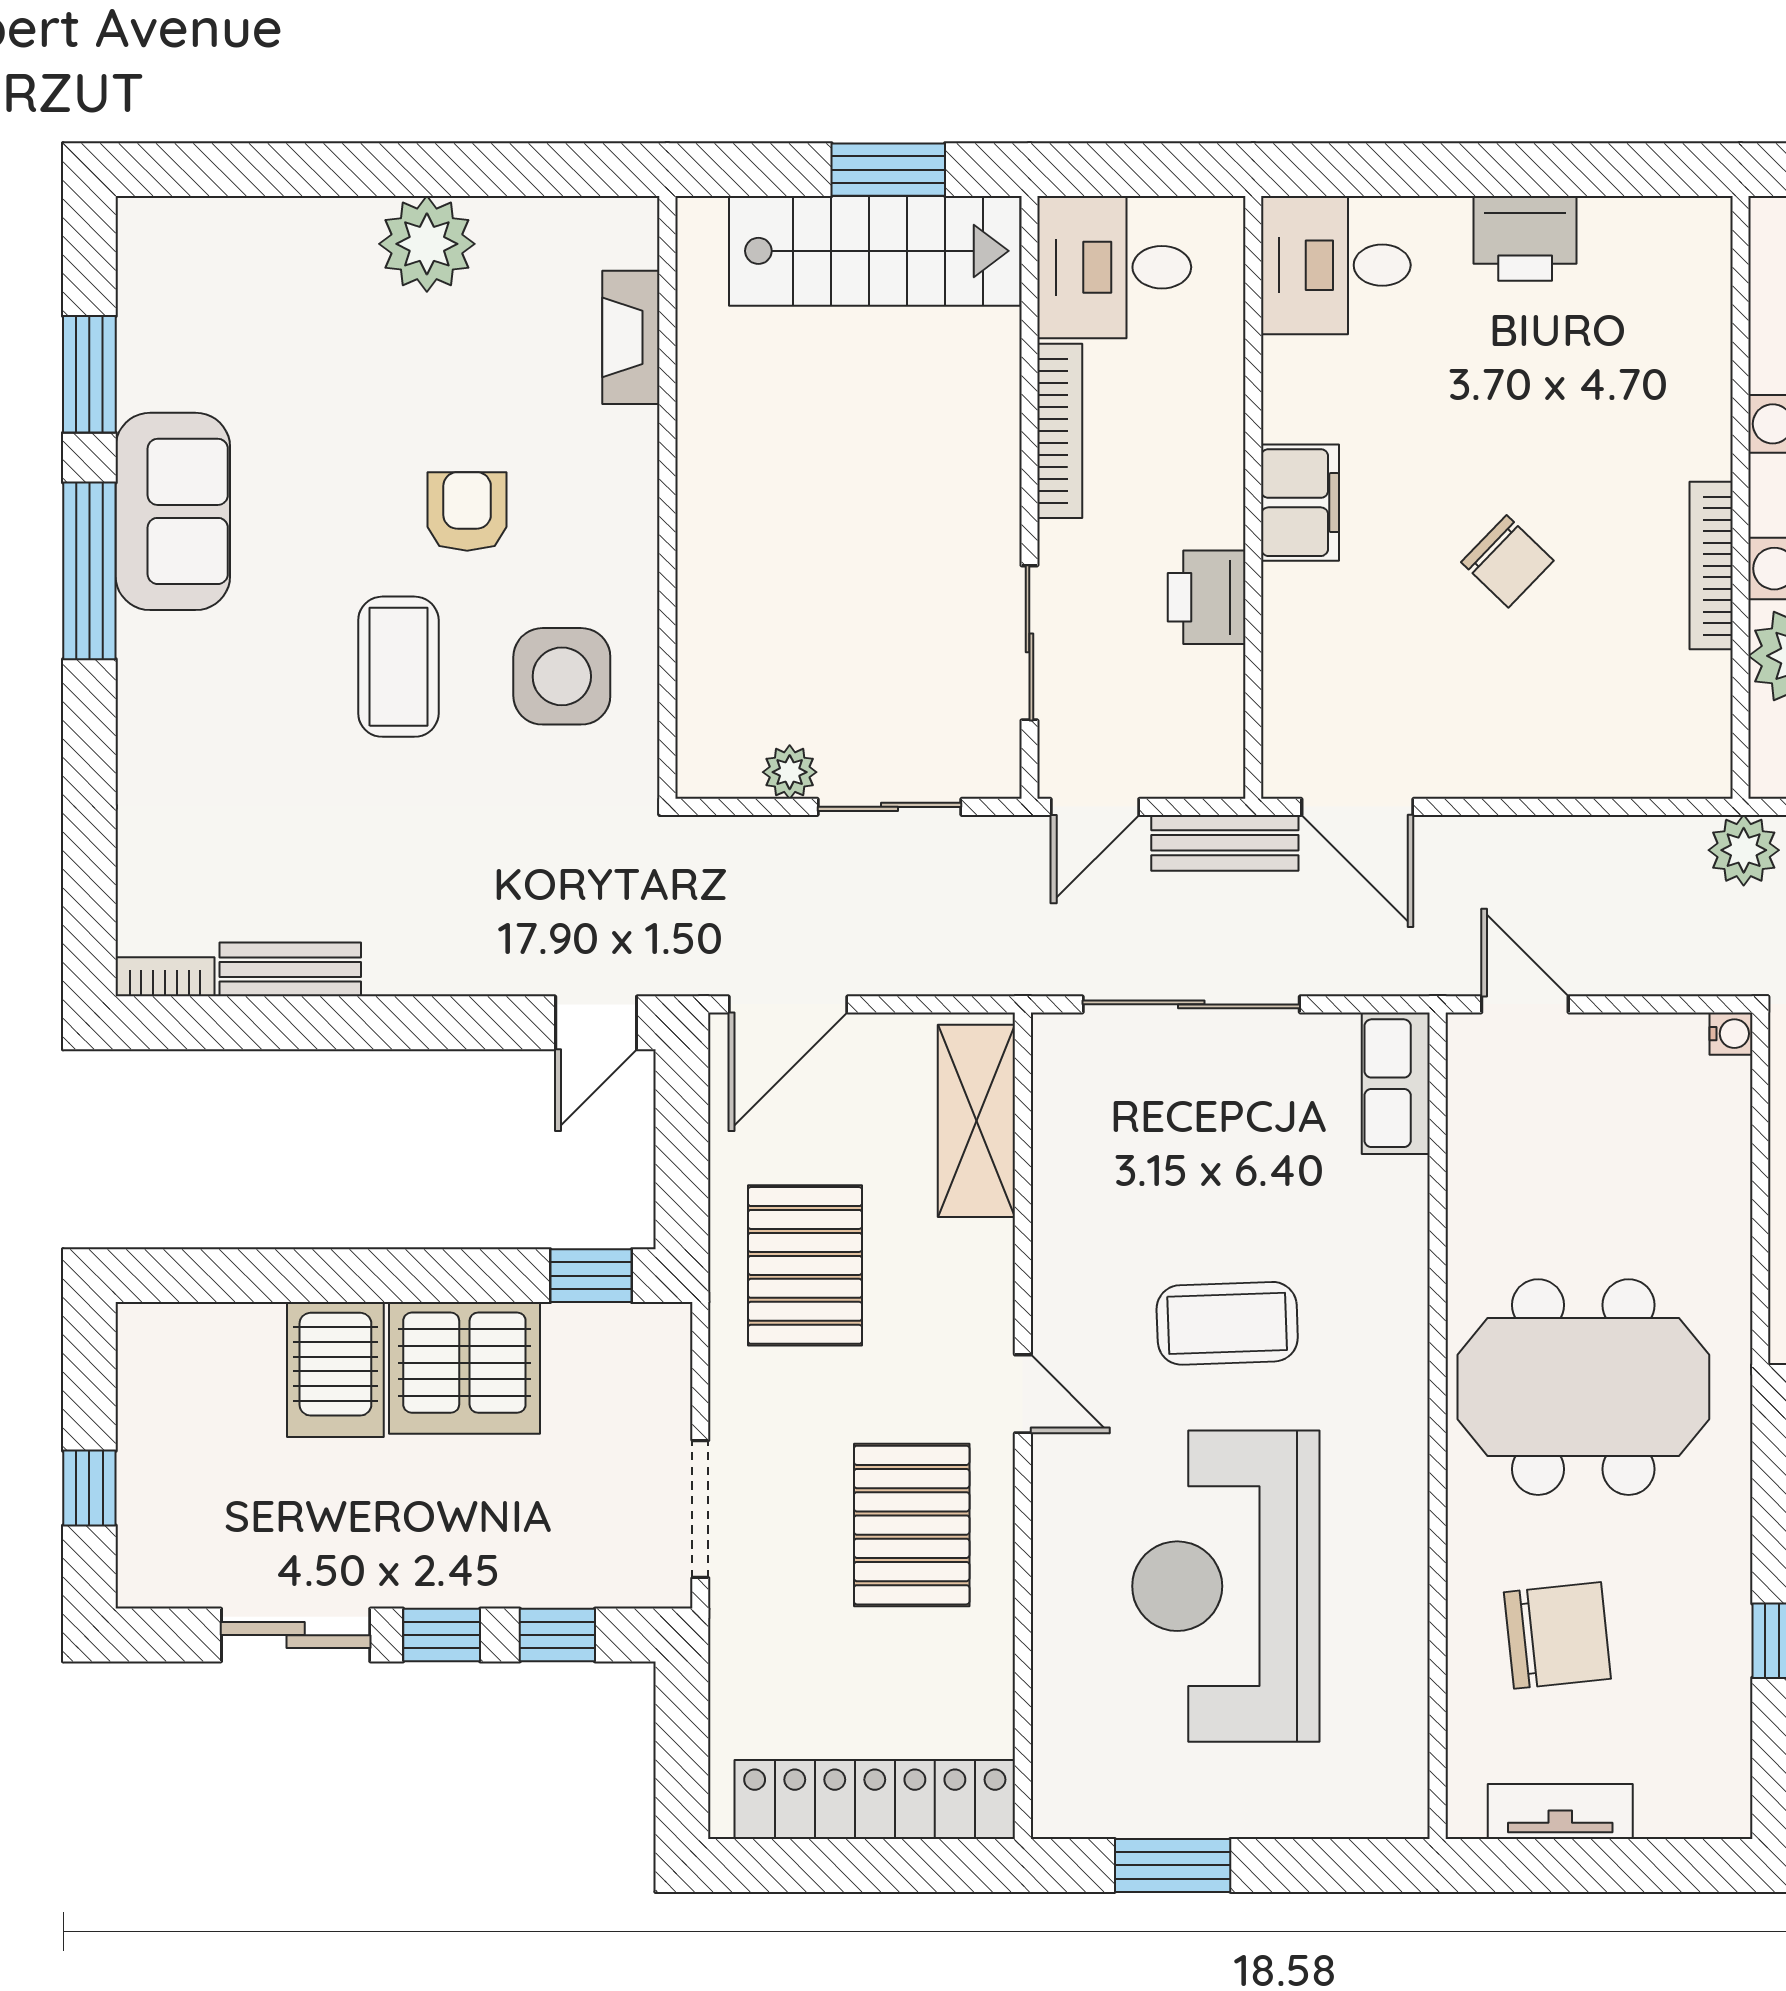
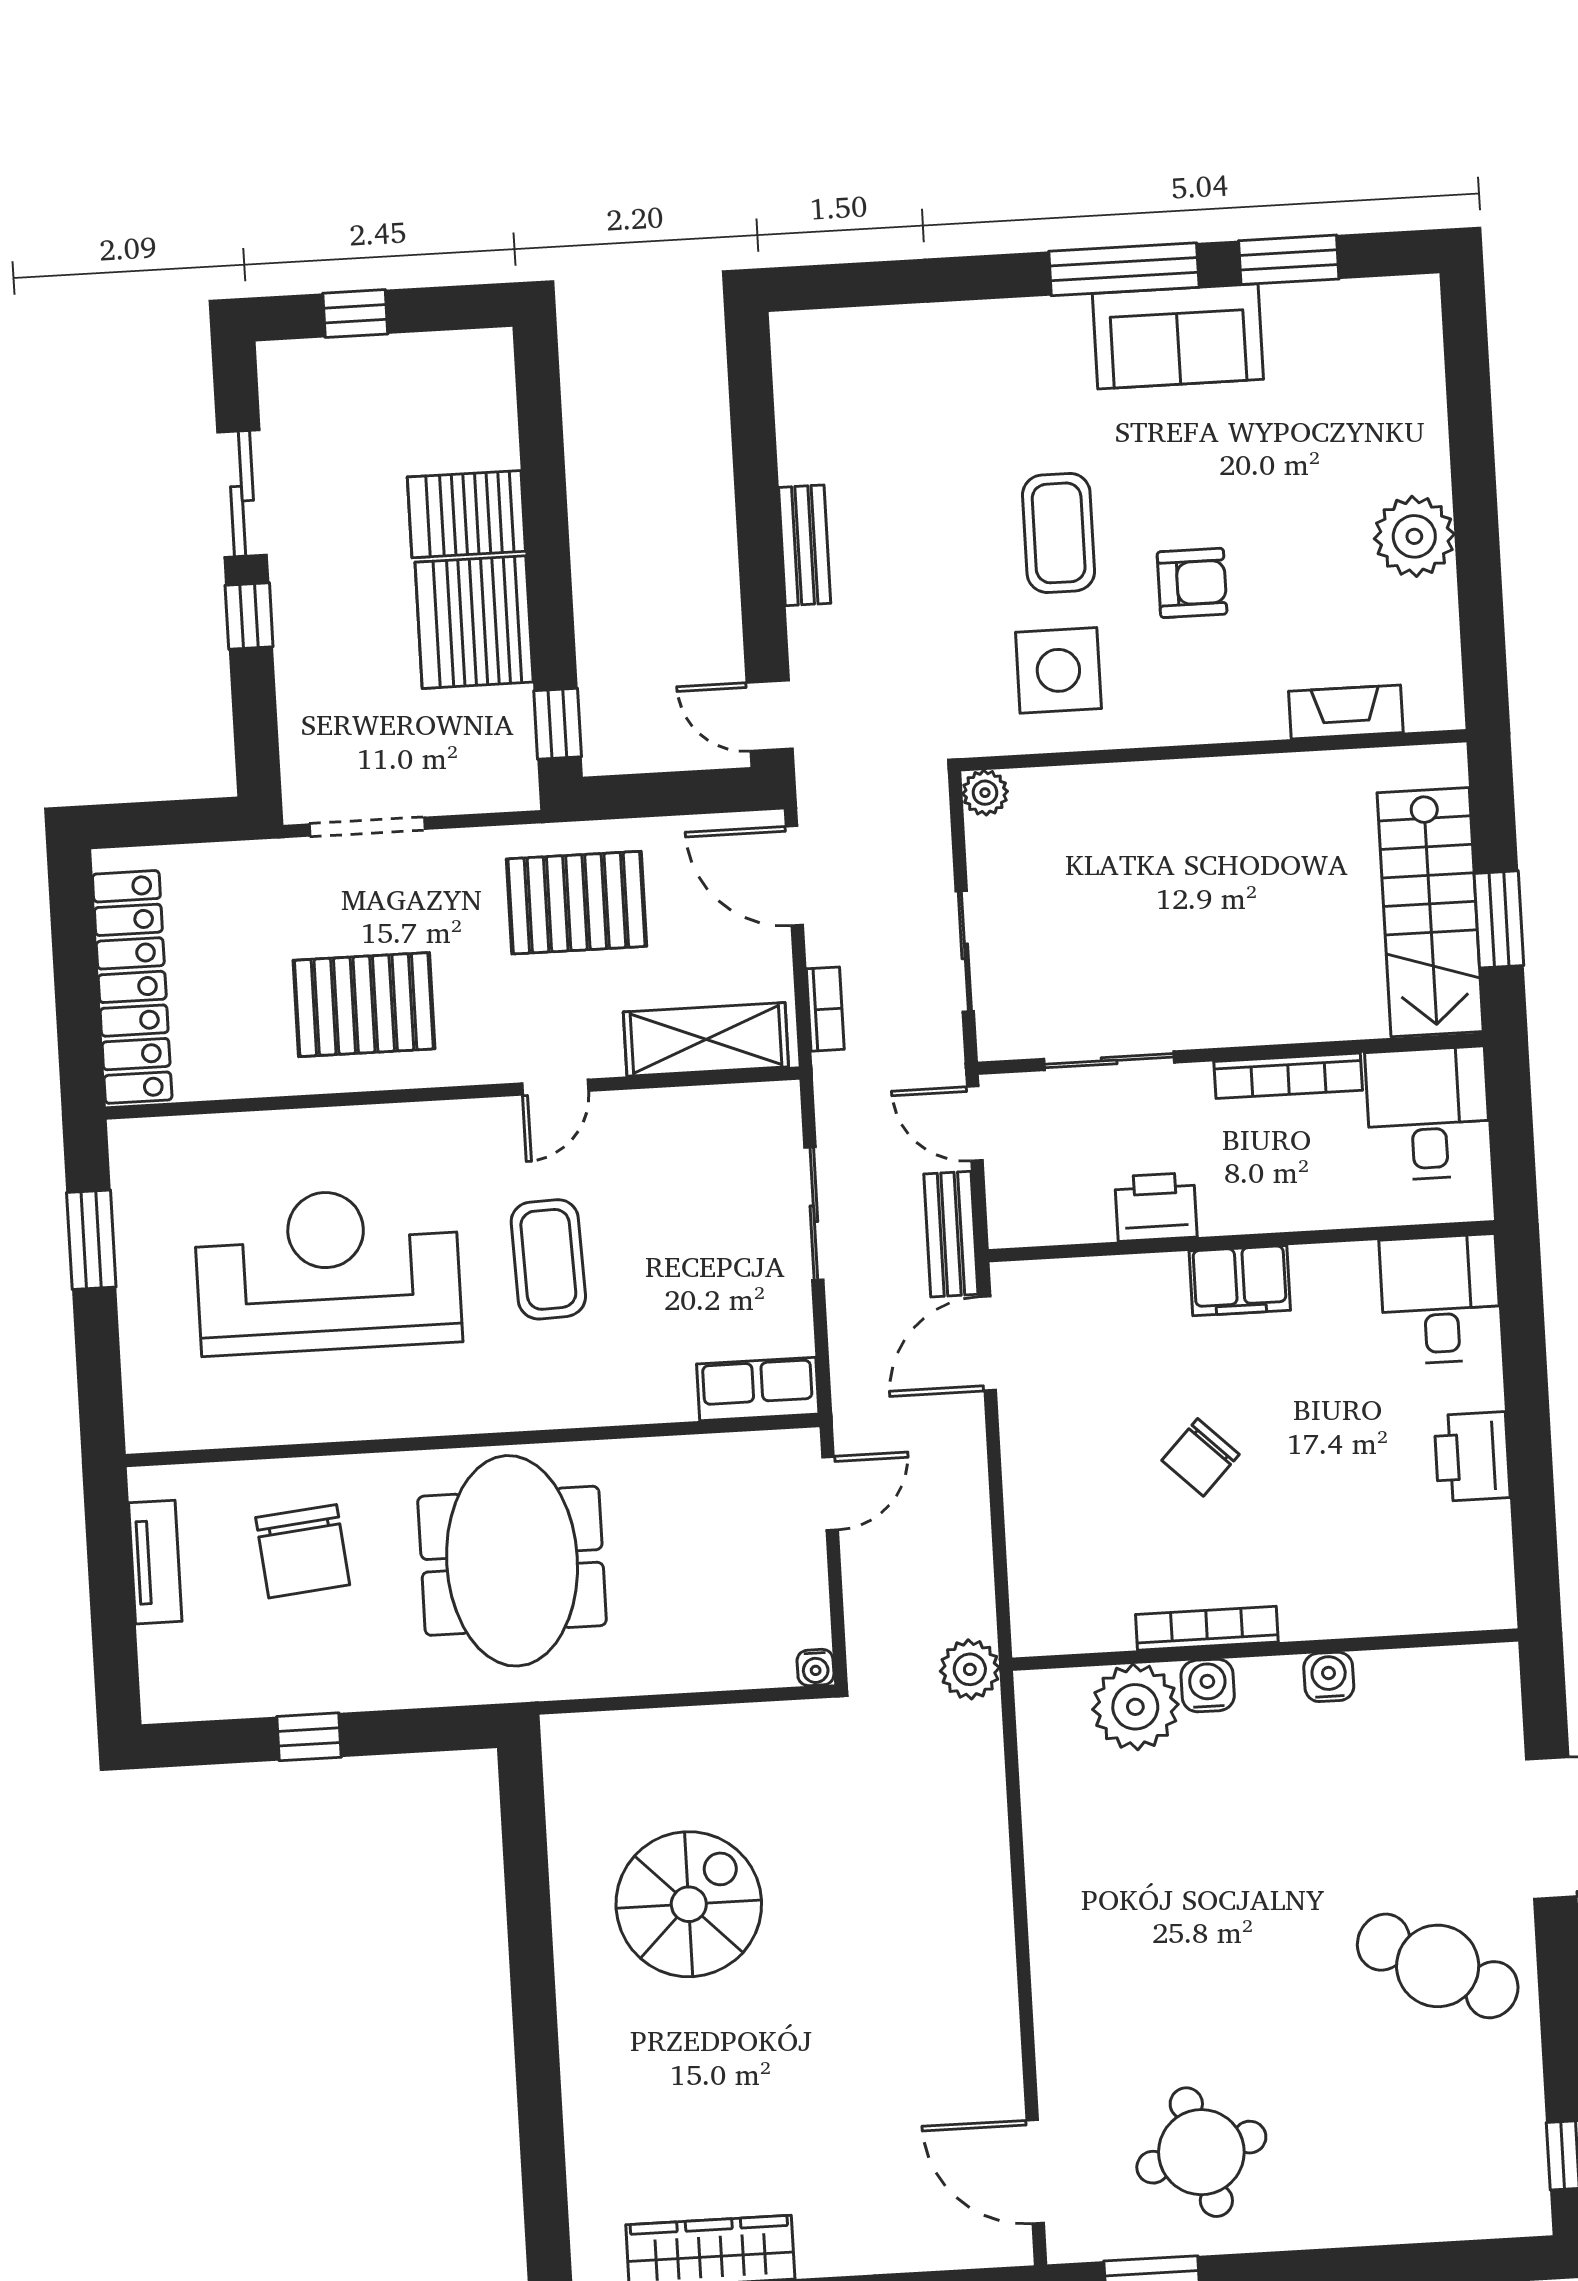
coffee table: (398, 667) -> (1059, 533), turned 90
plant: (790, 772) -> (985, 793), moved
bench: (290, 969) -> (805, 545), moved
bookcase: (165, 977) -> (825, 1009), moved
sliding door: (1191, 1004) -> (814, 1214), width x0.73
door: (1023, 1394) -> (555, 1087), moved
window: (557, 1635) -> (255, 713), removed

